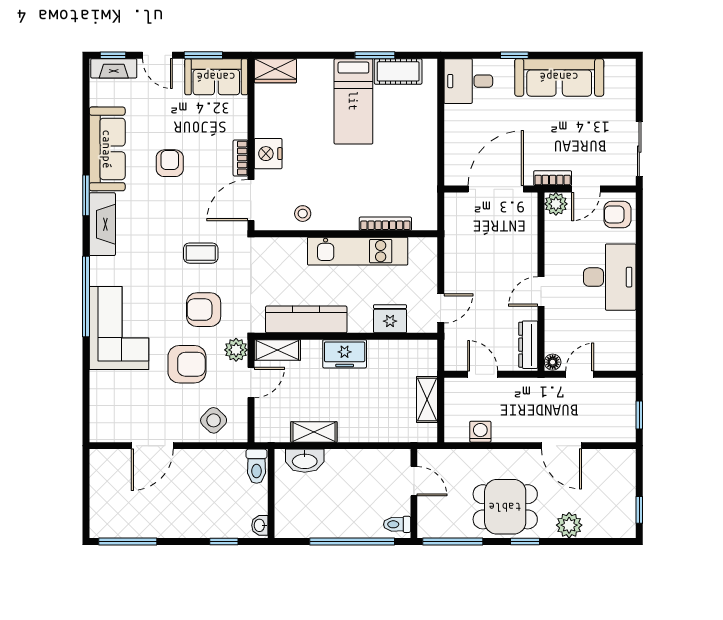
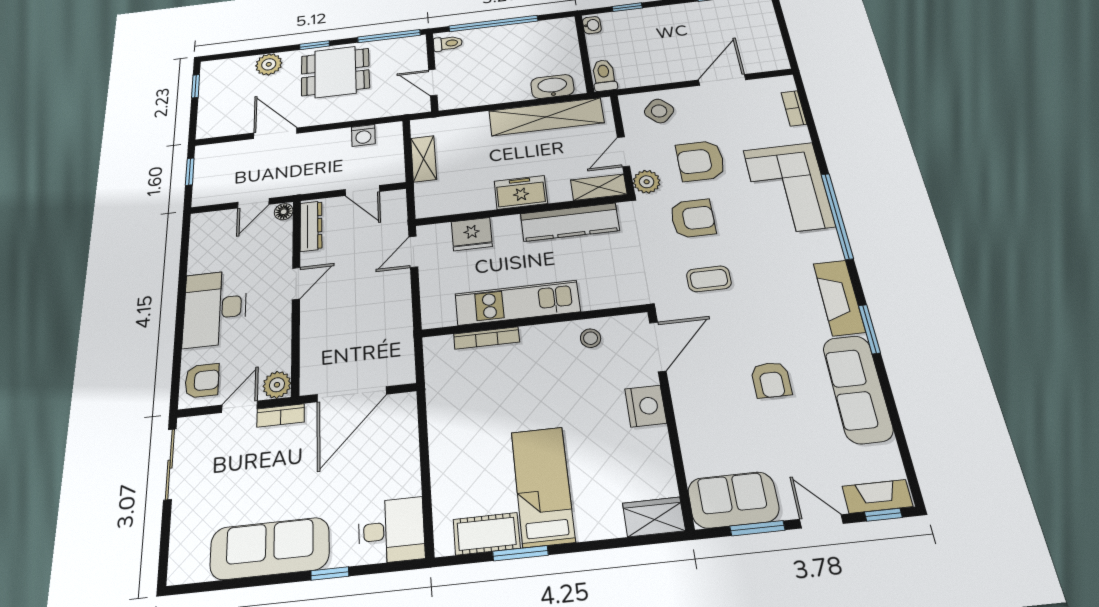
bookcase: (240, 158) -> (794, 108), moved, turned 180
shelving: (314, 432) -> (546, 117), width x2.20, depth x1.33

